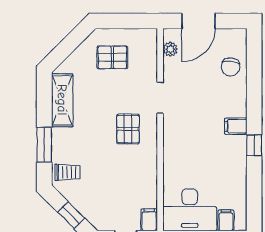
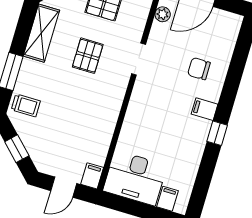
chair: (230, 67) -> (199, 69), moved, turned 83
pallet: (128, 129) -> (88, 56), moved

